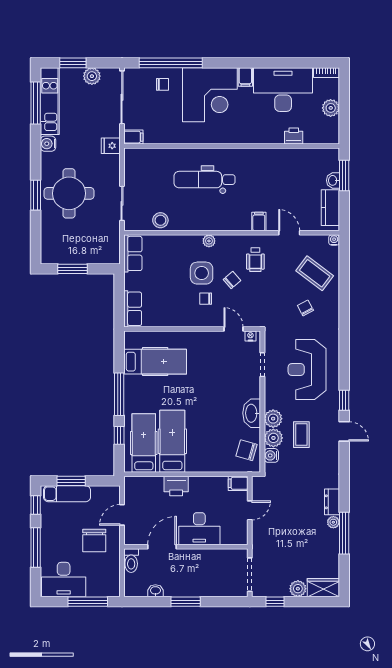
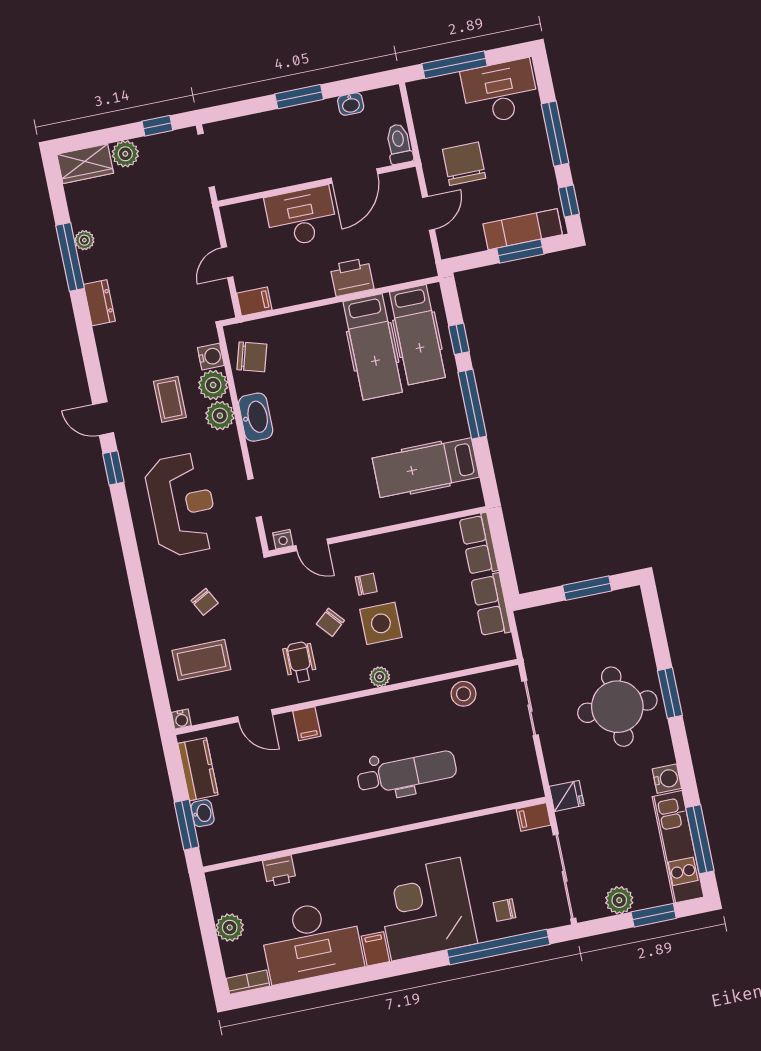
row of seats: (133, 253) -> (491, 605), moved
coffee table: (315, 273) -> (201, 660), turned -37
plant: (333, 522) -> (84, 240), moved

